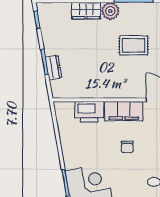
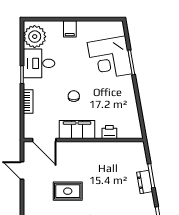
dresser: (54, 67) -> (145, 182), moved
printer: (89, 112) -> (109, 132), width x0.53, depth x0.68

